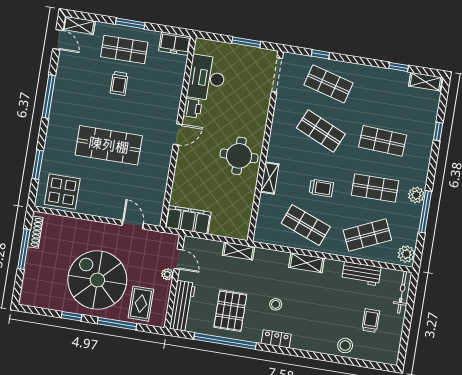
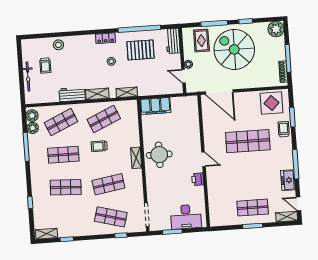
freezer: (175, 44) -> (288, 180), moved, turned -90
desk: (207, 78) -> (186, 217), moved, turned 90
trolley: (119, 83) -> (284, 129), moved
shop shelf: (321, 131) -> (108, 184), turned -33
door: (178, 134) -> (204, 159), swing flipped
shelving: (270, 178) -> (136, 158), moved
plant: (416, 195) -> (33, 128), moved
filing cabinet: (188, 220) -> (155, 106), moved
door: (133, 225) -> (219, 92), width x1.87
shop shelf: (306, 225) -> (104, 119), turned -45
shelving: (238, 251) -> (127, 92), moved
workbench: (361, 274) -> (72, 94), moved
spiral stairs: (97, 280) -> (234, 49), turned 180
bicycle: (402, 292) -> (28, 76), moved
plant: (31, 295) -> (276, 29), added
workbench: (182, 306) -> (173, 41), width x0.73
pallet: (230, 311) -> (141, 50), turned 90

